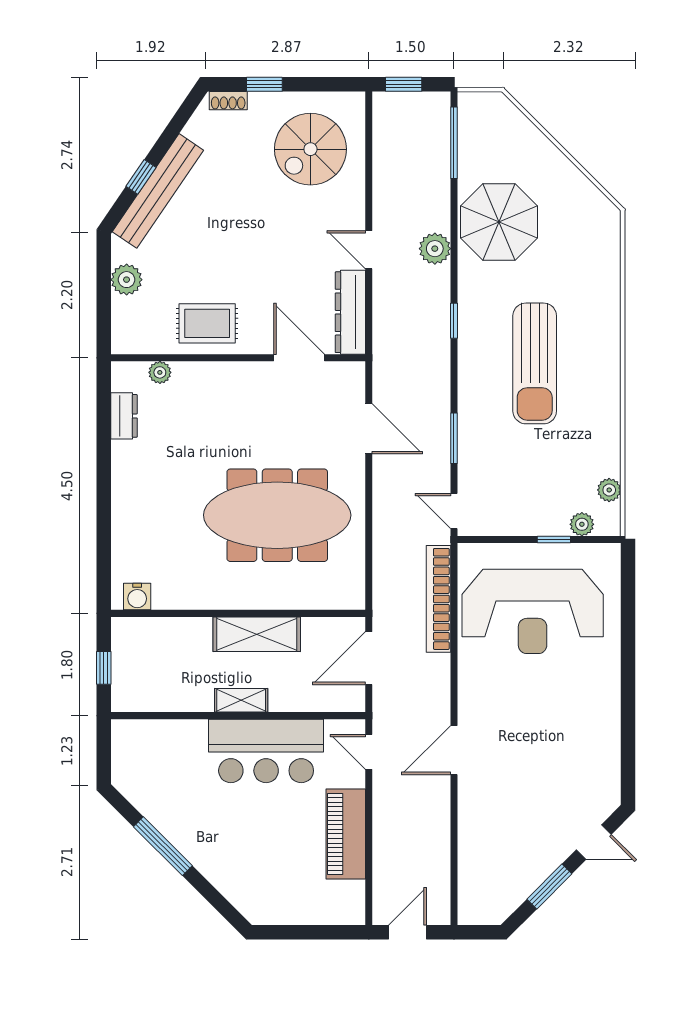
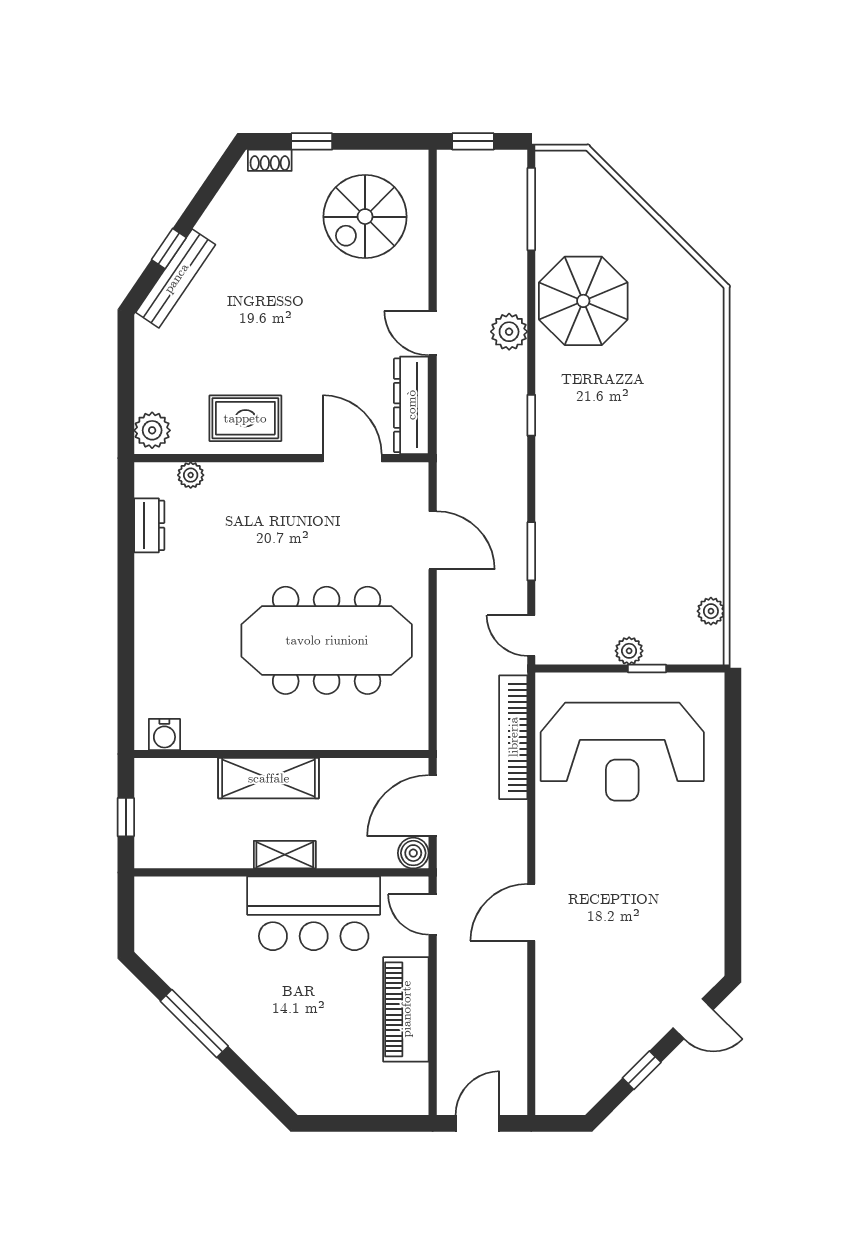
bench: (158, 191) -> (176, 278), width x0.73, depth x0.82
plant: (127, 280) -> (152, 430), moved
sun lounger: (535, 363) -> (625, 465), removed
plant: (582, 524) -> (629, 651), moved
shelving: (257, 634) -> (269, 778), moved
boiler: (352, 699) -> (413, 853), added
window: (549, 886) -> (642, 1070), width x0.67

